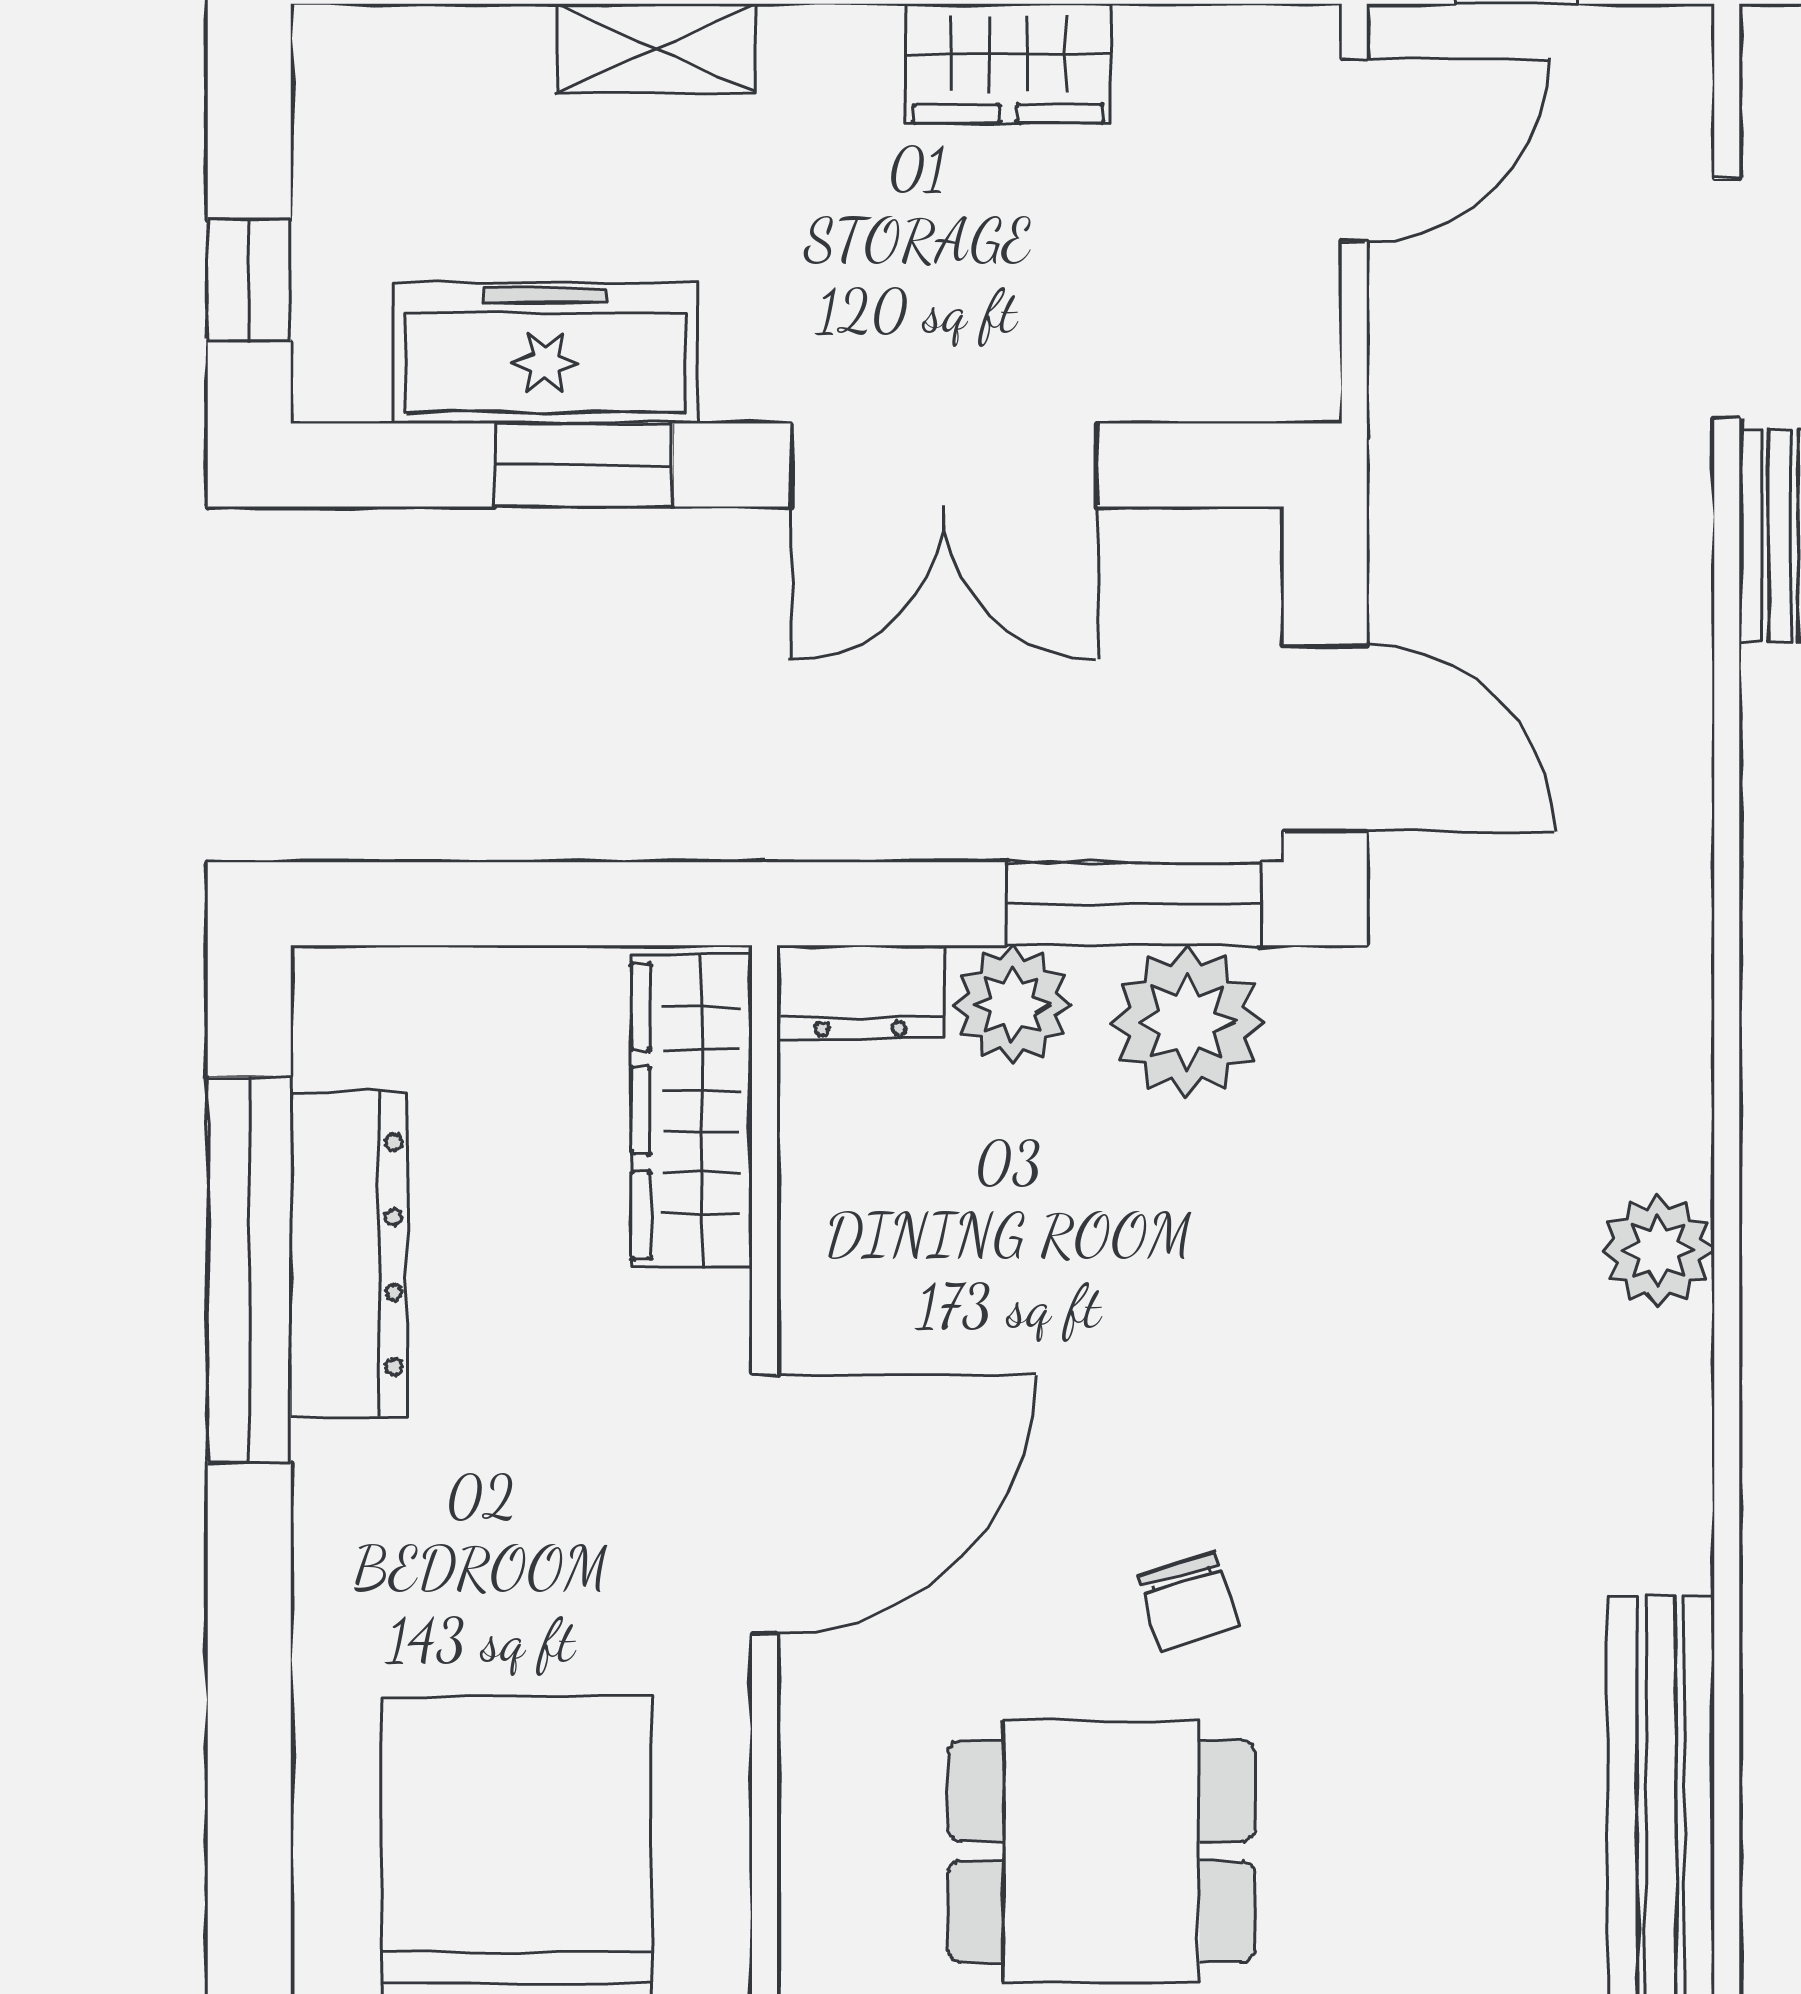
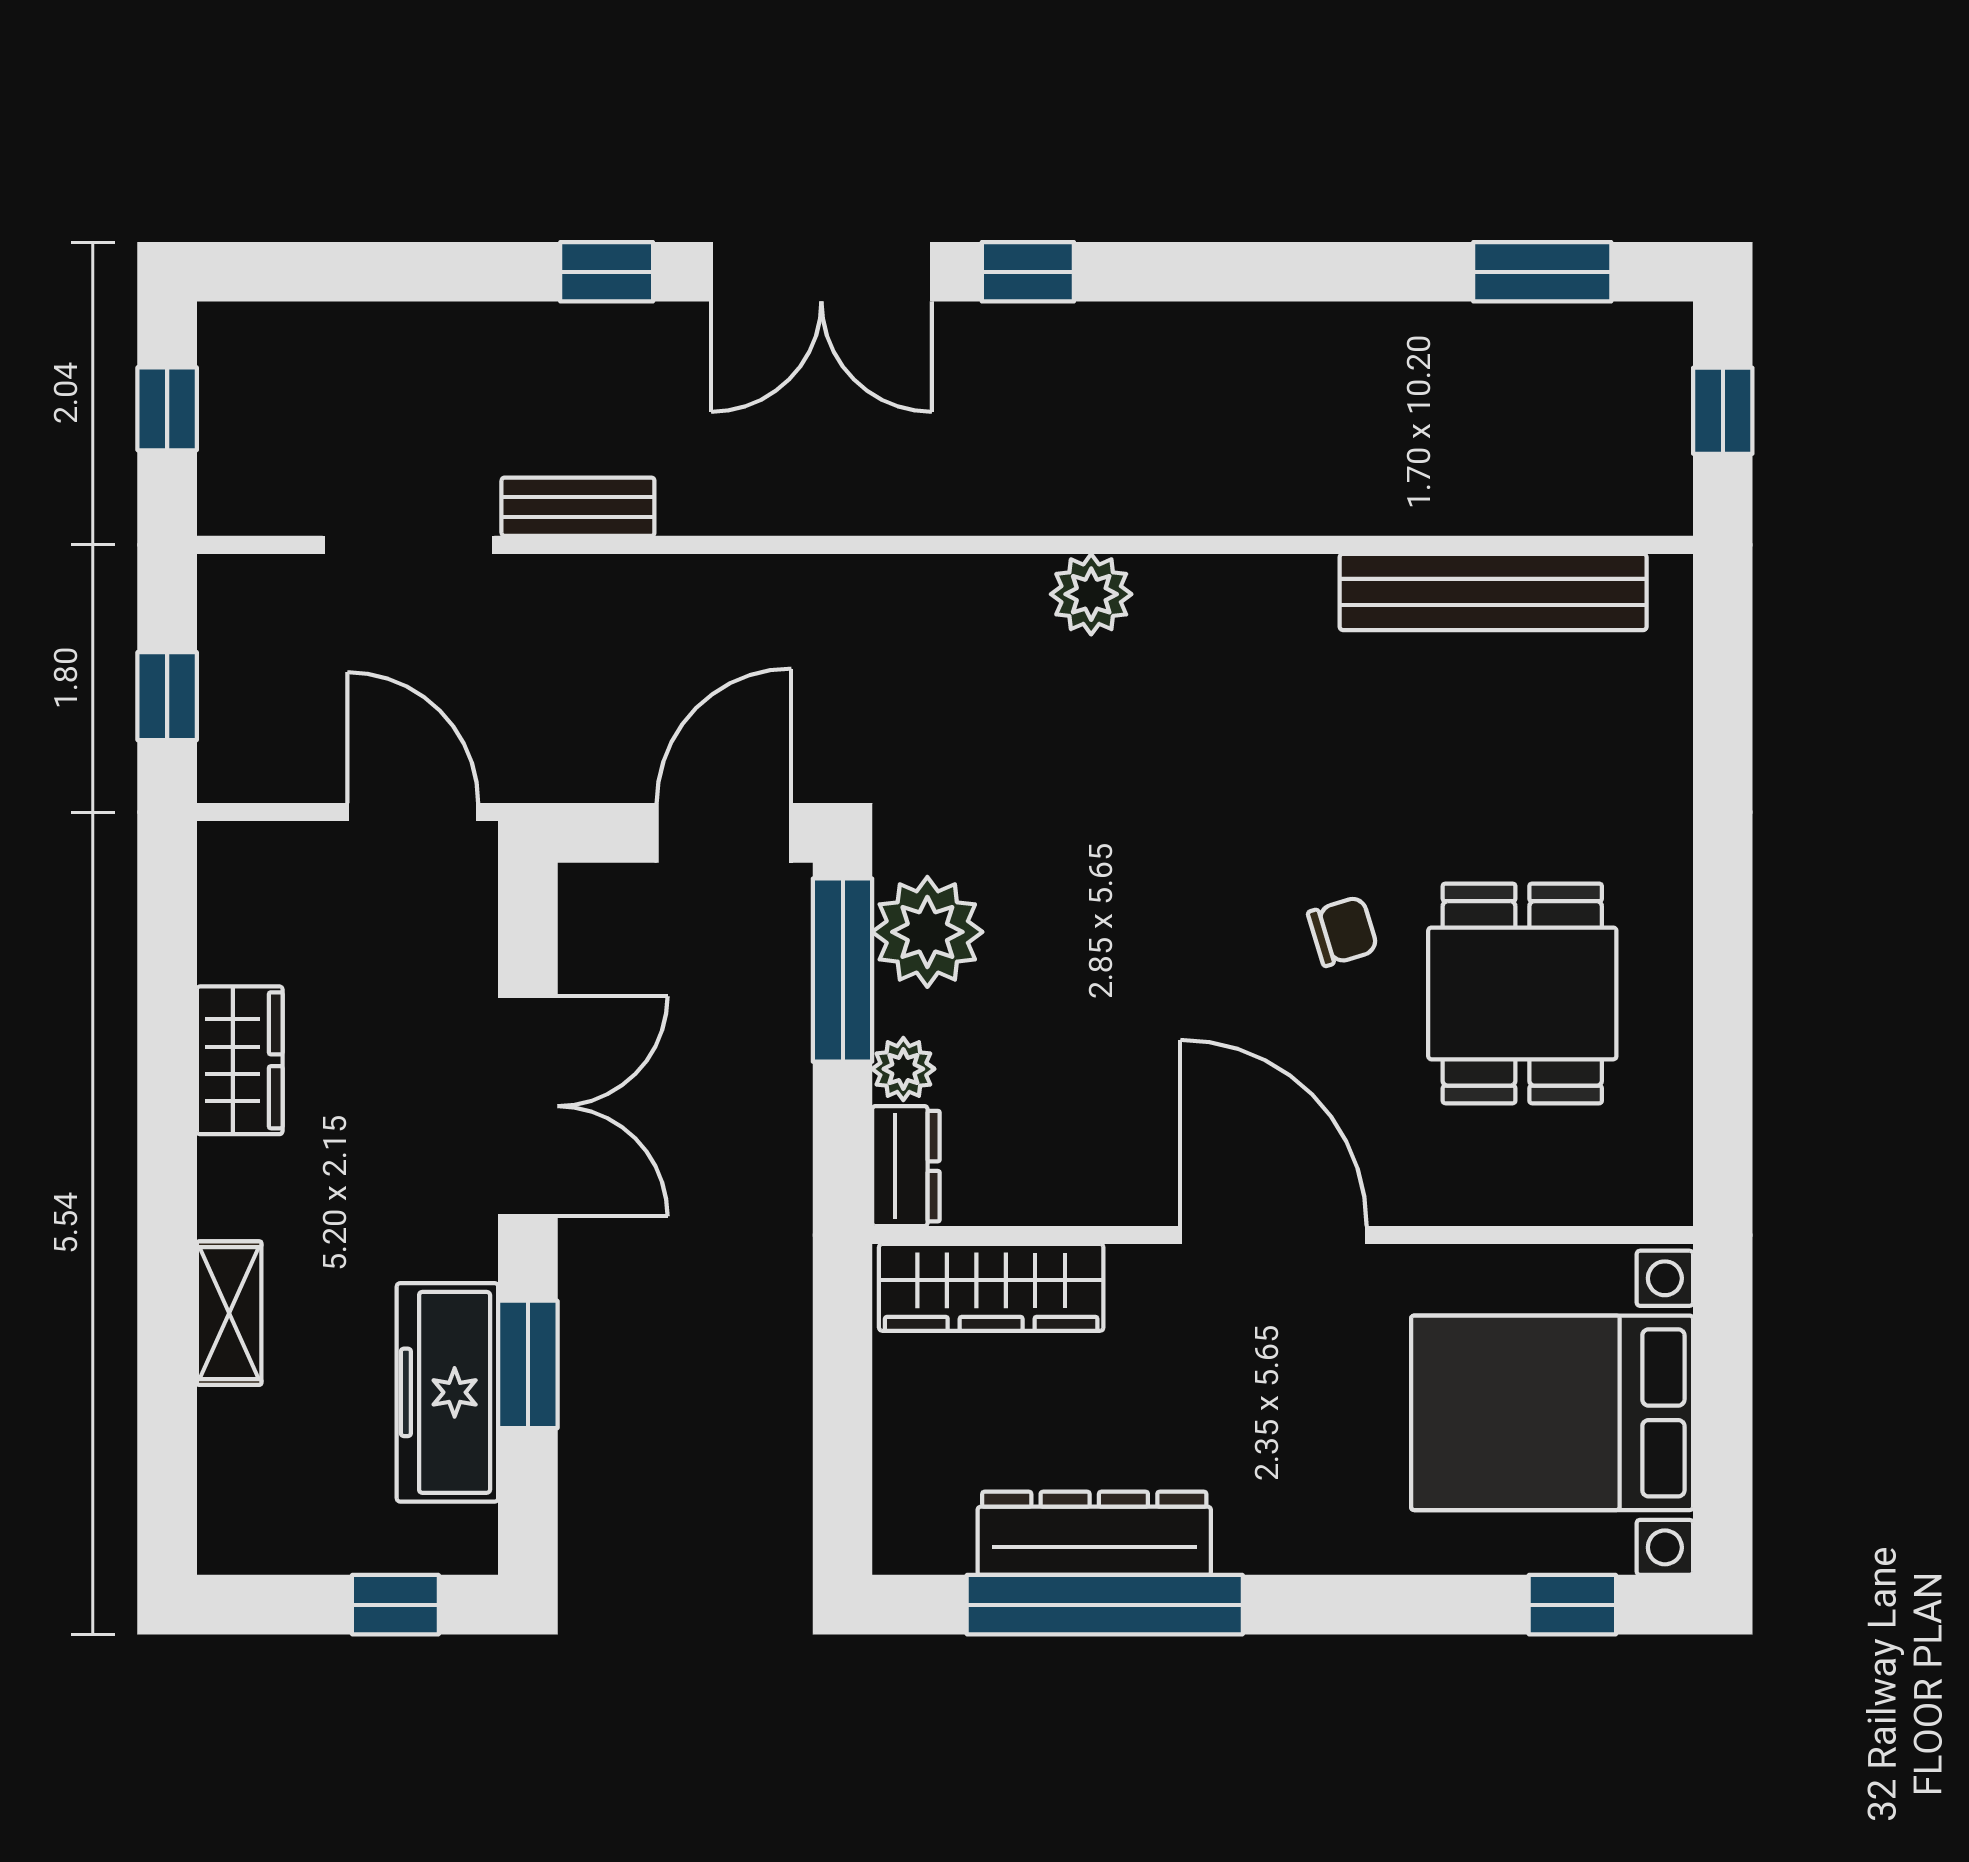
door: (1354, 151) -> (413, 812), moved
plant: (1012, 1005) -> (903, 1069), width x0.73, depth x0.73
window: (249, 1921) -> (1572, 1605), added

